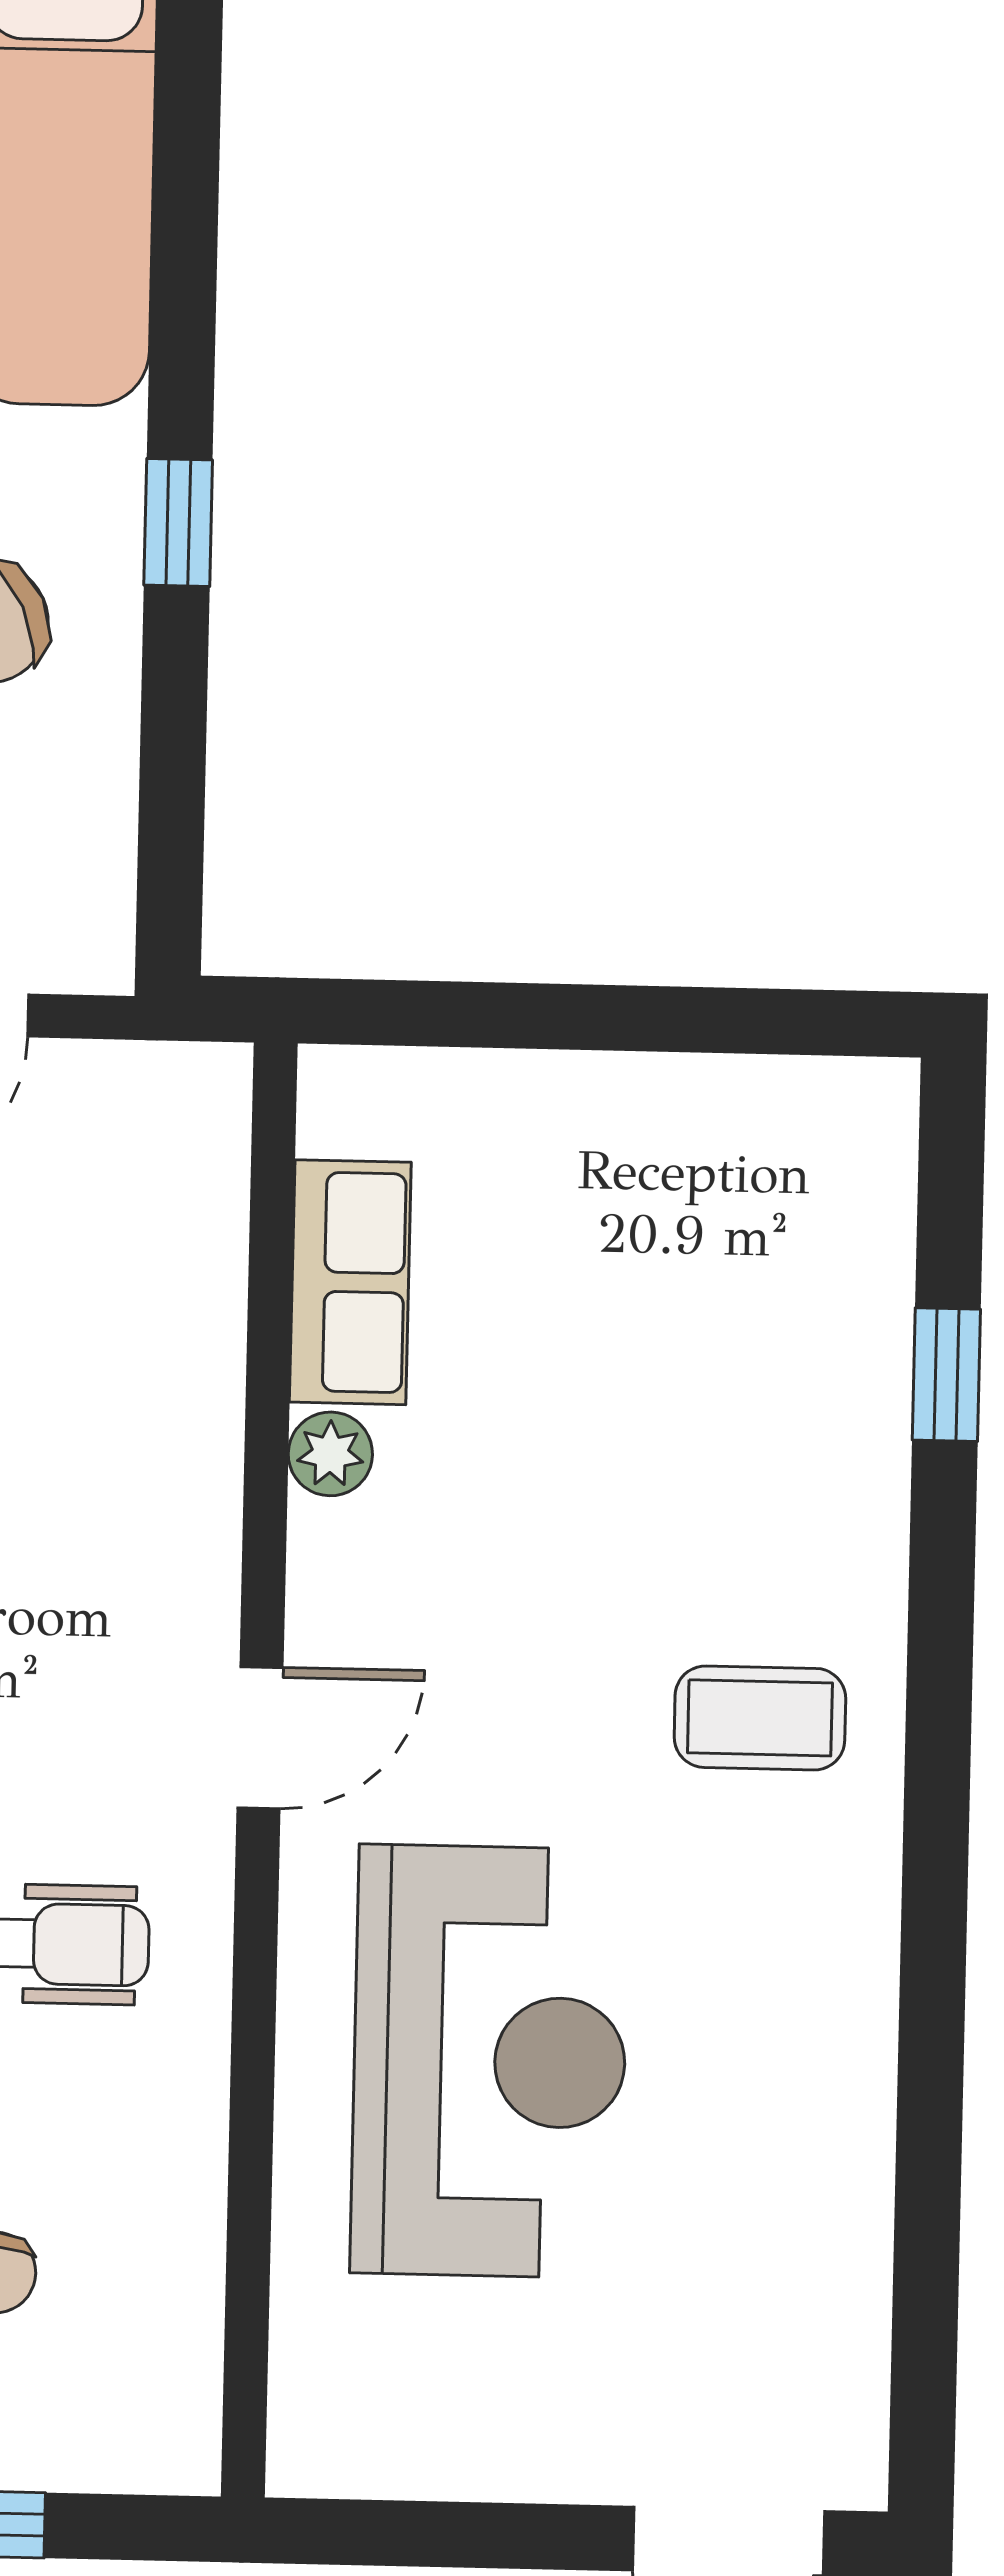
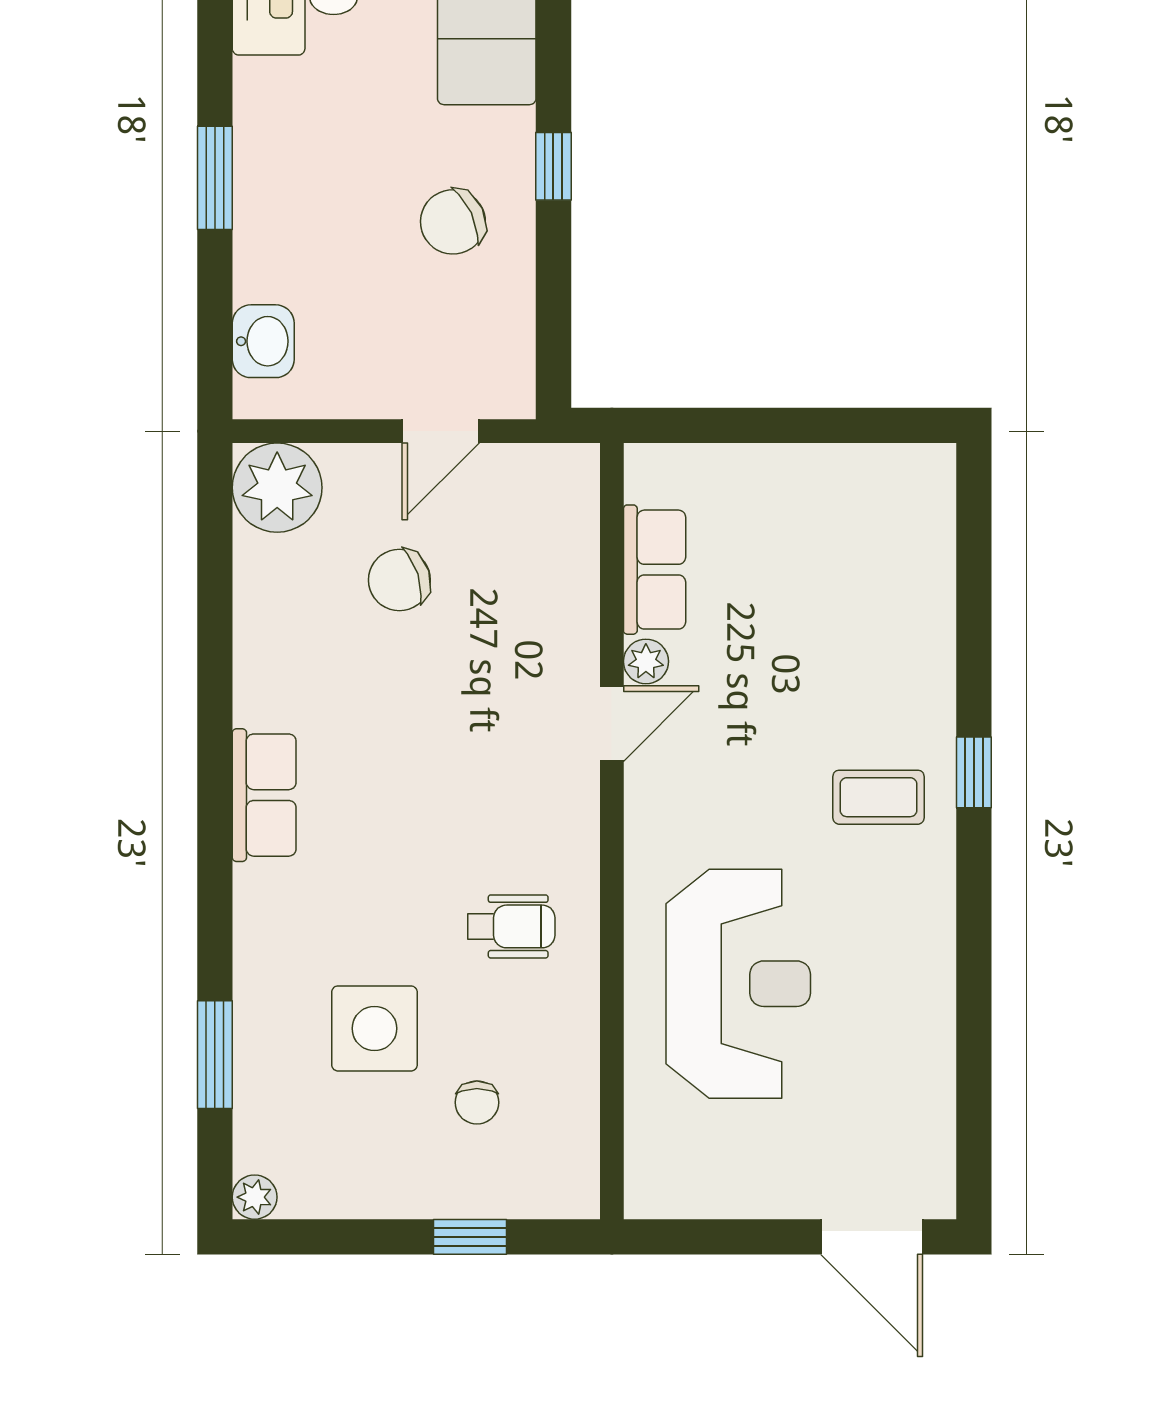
window: (946, 1375) -> (974, 772), moved
door: (260, 1738) -> (612, 724), moved

